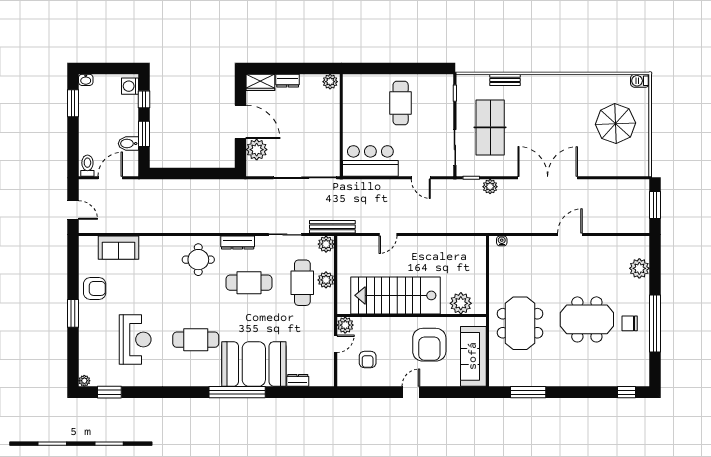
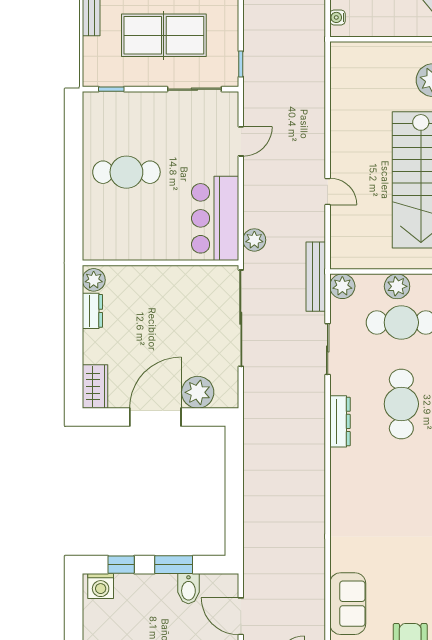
dresser: (288, 81) -> (92, 311), moved
plant: (490, 187) -> (254, 240), moved
round table: (198, 260) -> (366, 482), removed

